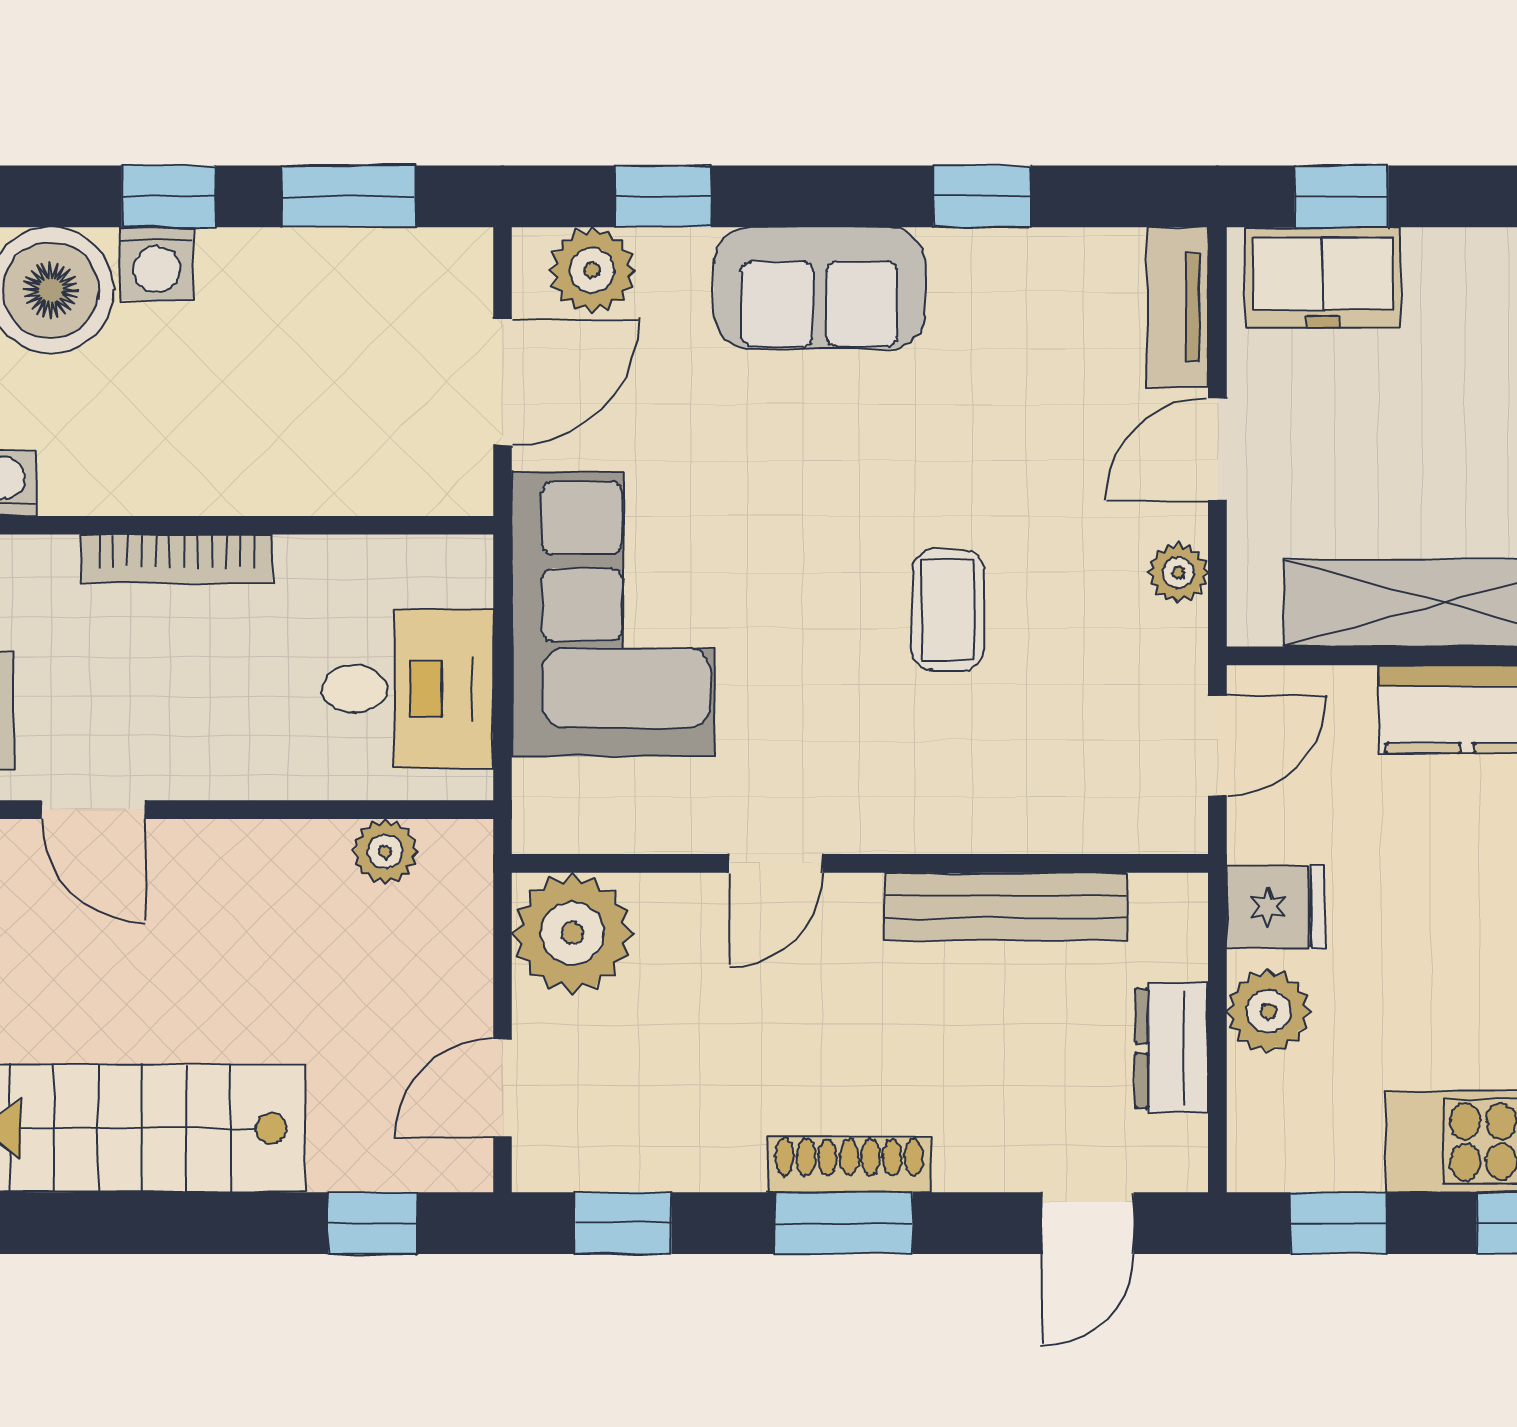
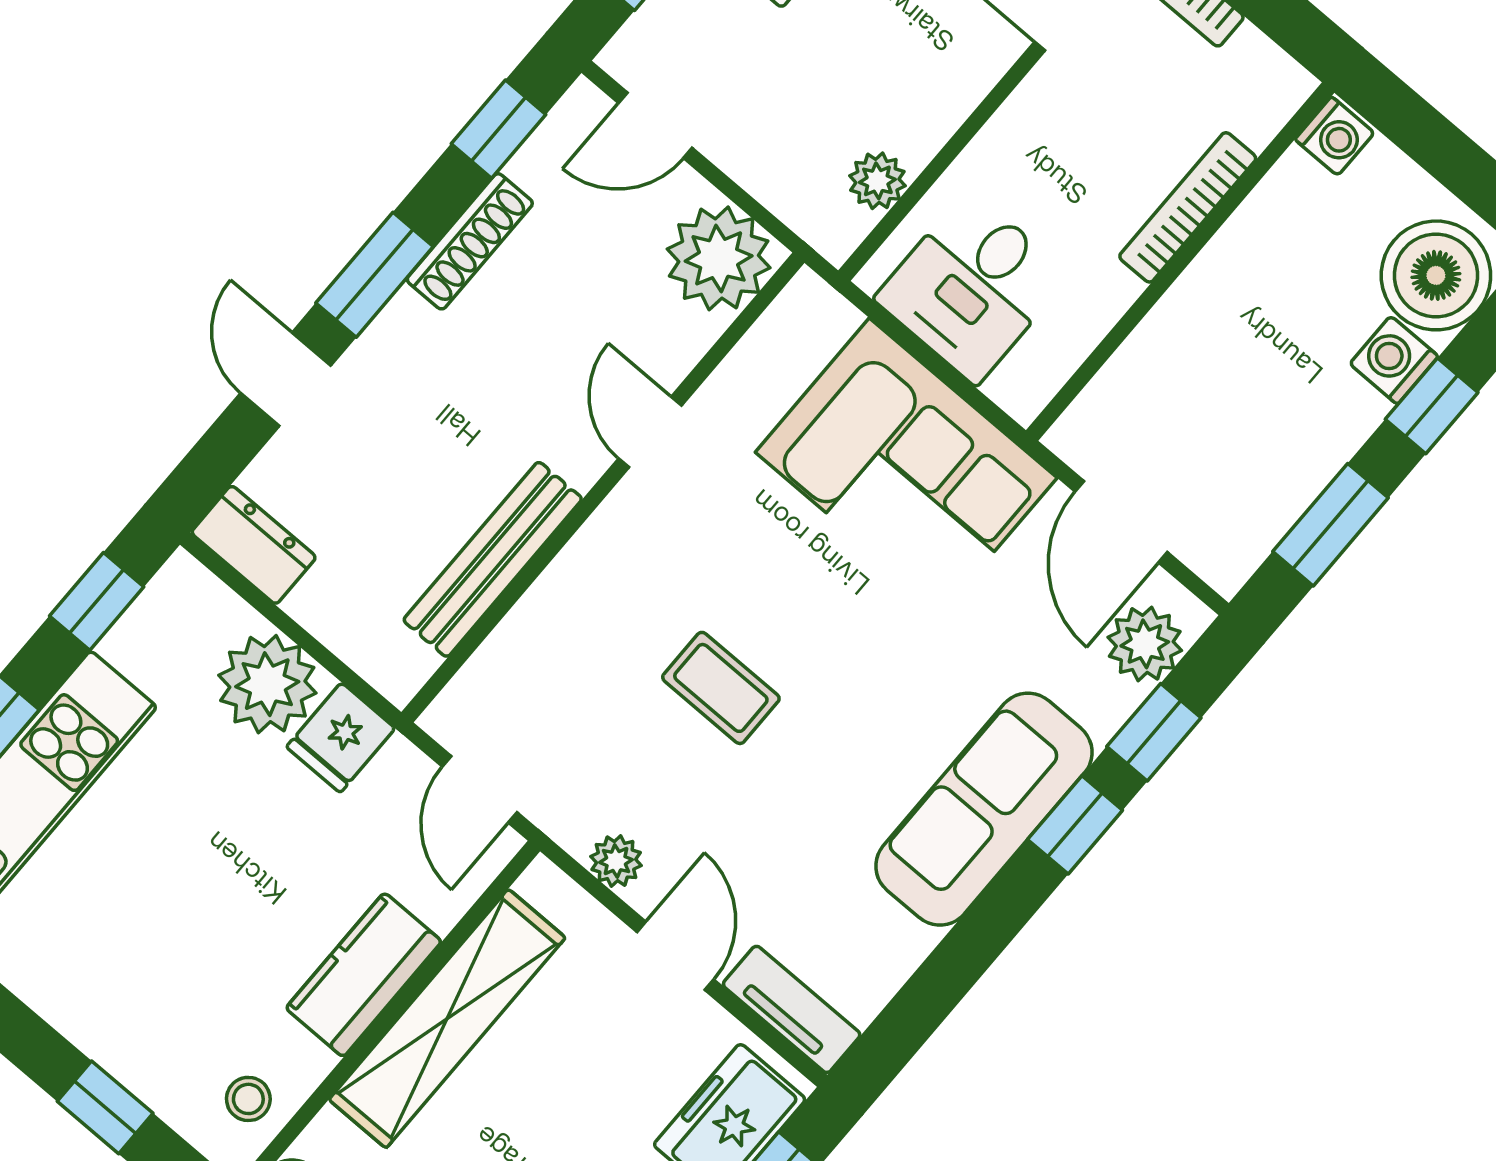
window: (982, 196) -> (1075, 825), moved
sofa: (820, 288) -> (984, 809), width x1.36
plant: (1268, 1011) -> (267, 684), width x1.36, depth x1.36
dresser: (1172, 1048) -> (254, 545), moved
door: (503, 1088) -> (655, 125), swing flipped
shoe rack: (849, 1164) -> (470, 241), moved
door: (1088, 1223) -> (286, 379), moved

